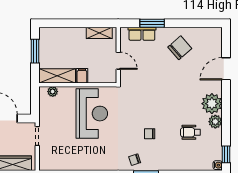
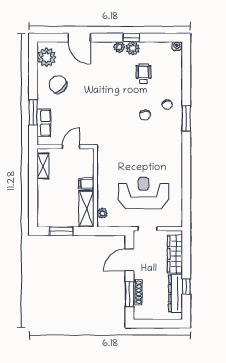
plant: (207, 37) -> (47, 57), added
plant: (212, 104) -> (119, 47), width x0.53, depth x0.53
reception desk: (92, 114) -> (144, 193), moved
wheelchair: (190, 132) -> (143, 74), turned 180
window: (226, 154) -> (131, 38), moved
chair: (135, 160) -> (167, 105), moved

